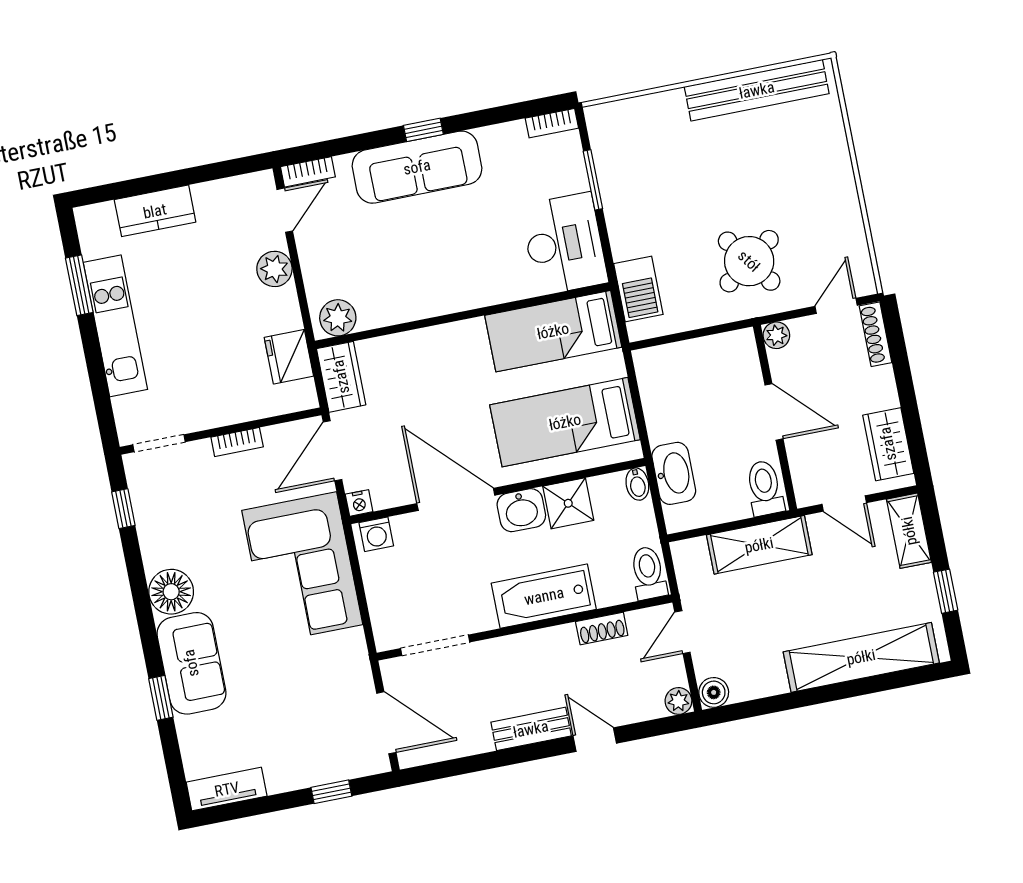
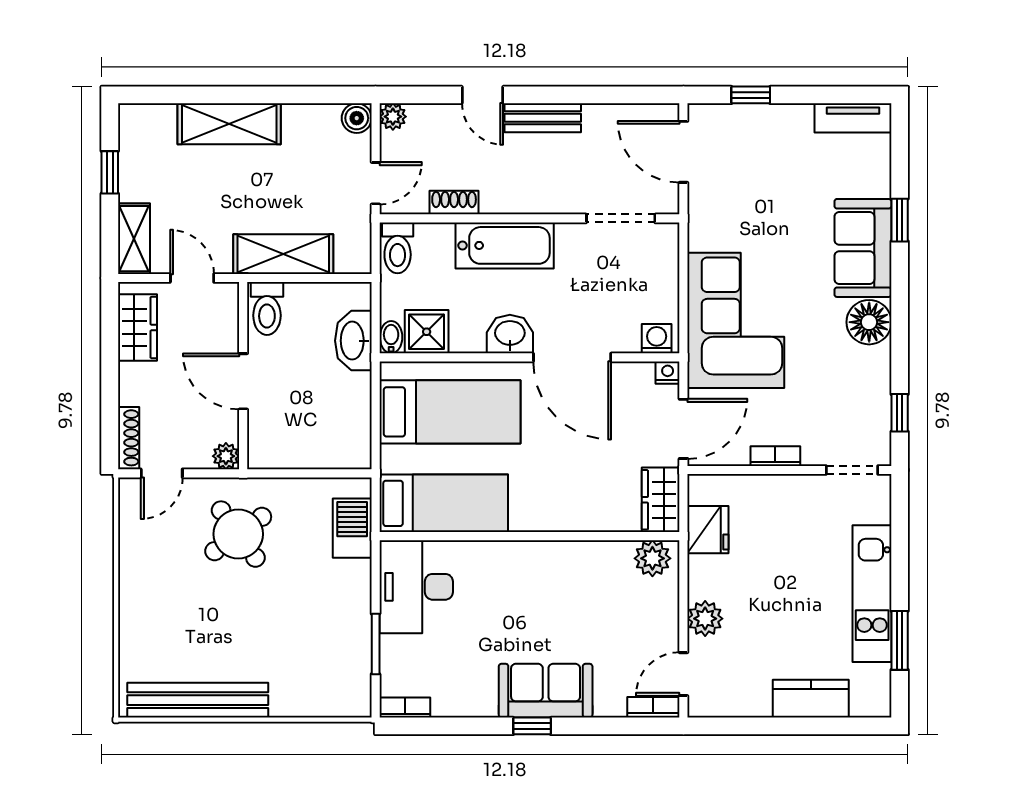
sofa: (417, 167) -> (546, 691), width x0.73
shower: (568, 503) -> (427, 332), moved
shelving: (861, 657) -> (229, 124), width x0.68

